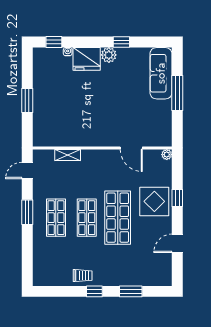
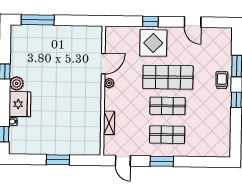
sofa: (161, 73) -> (34, 35), removed
window: (177, 93) -> (38, 20), moved
plant: (167, 155) -> (109, 83), moved
trolley: (83, 276) -> (222, 80), moved

